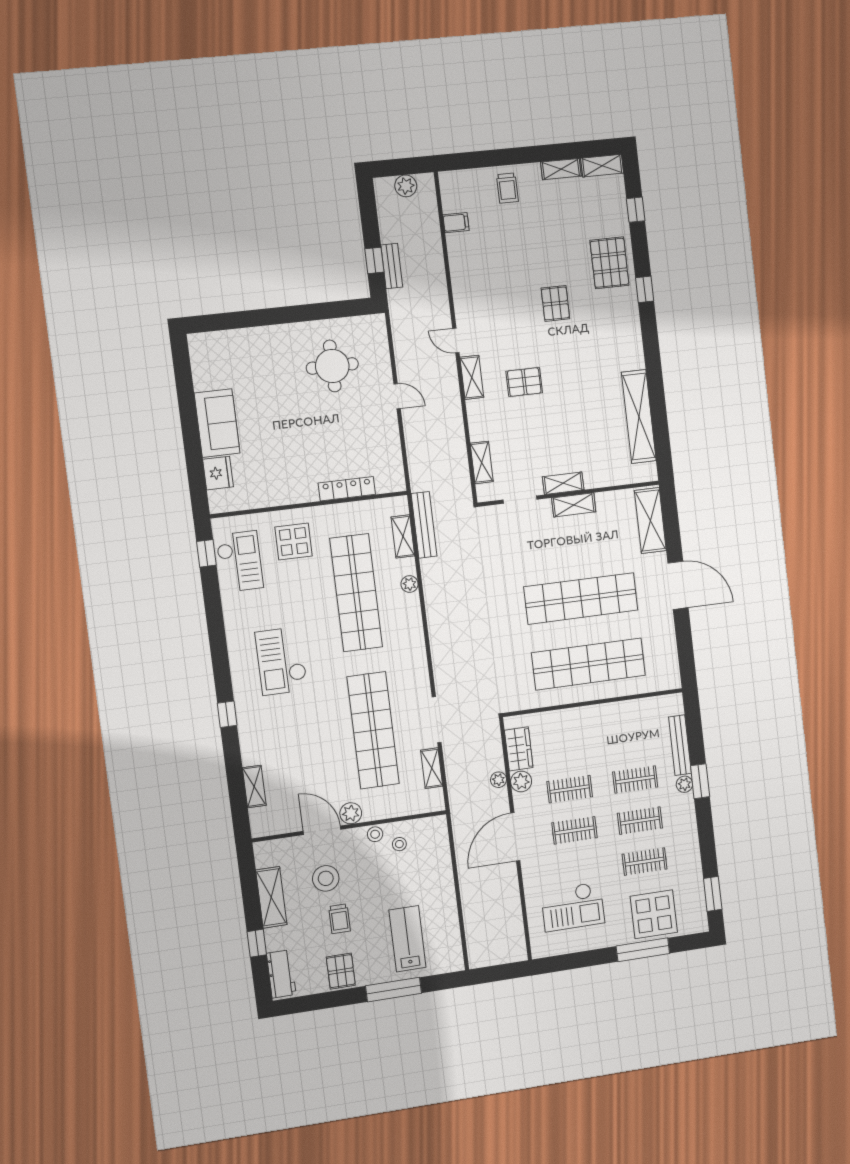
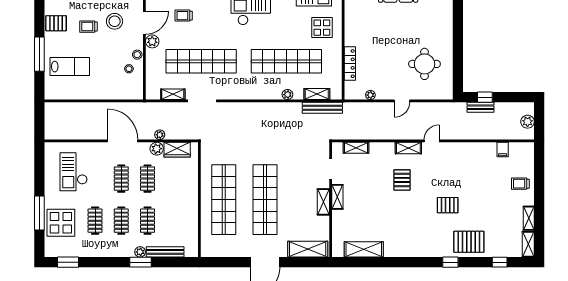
shelving: (639, 417) -> (364, 249), width x0.68
plant: (394, 449) -> (370, 95), added
trolley: (302, 769) -> (184, 16), added

